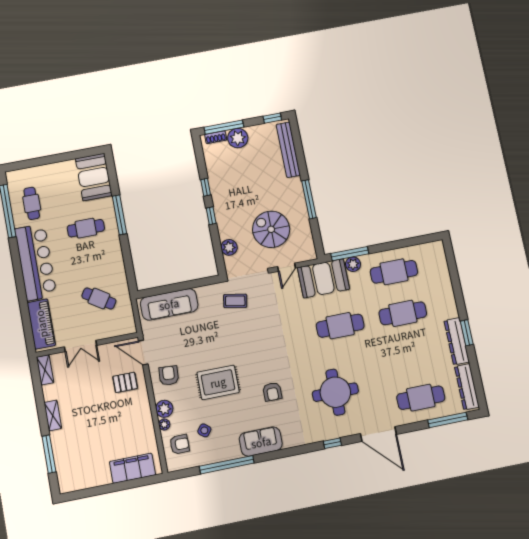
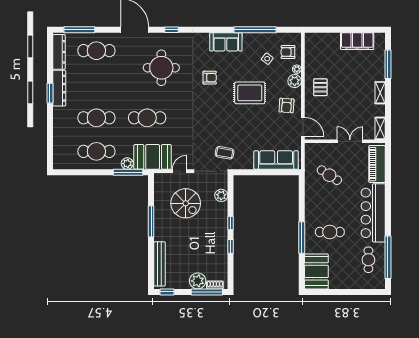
pallet: (125, 382) -> (320, 87), moved, turned 90
armchair: (272, 392) -> (210, 78), turned 90
filing cabinet: (132, 468) -> (357, 41), moved

